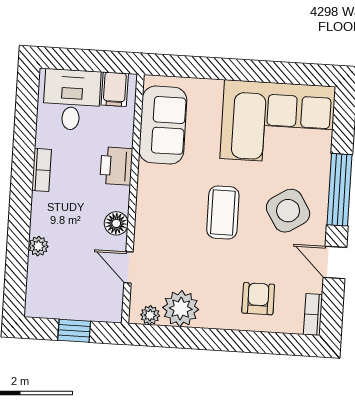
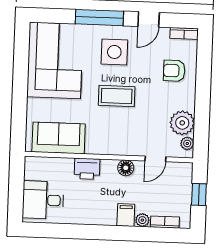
filing cabinet: (115, 89) -> (126, 215), moved, turned -90
bookcase: (41, 170) -> (165, 222), moved
side table: (288, 211) -> (114, 52), turned 32

